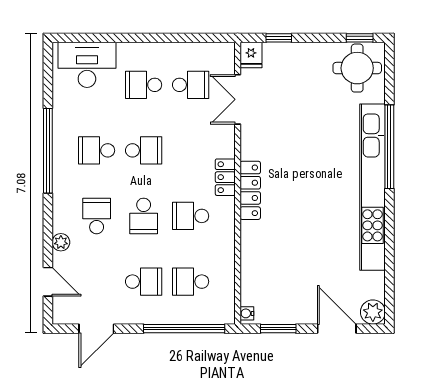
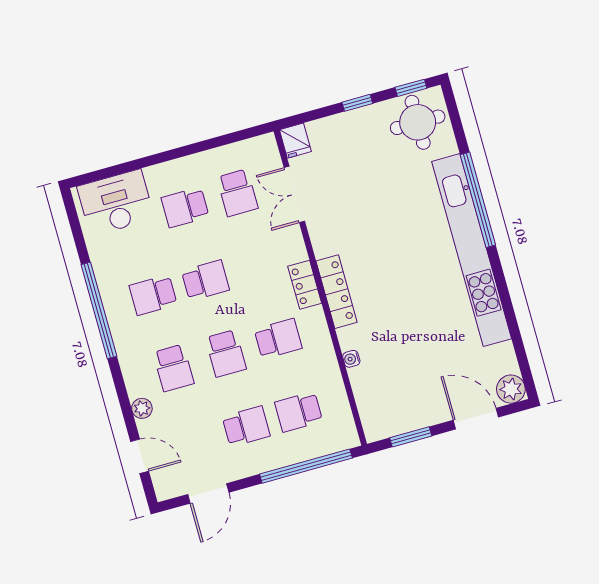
window: (279, 38) -> (357, 103), moved
school desk: (191, 85) -> (237, 193), turned 90
school desk: (97, 216) -> (173, 368), turned 180
school desk: (191, 216) -> (278, 339), turned 180
water cooler: (247, 313) -> (351, 359), moved

